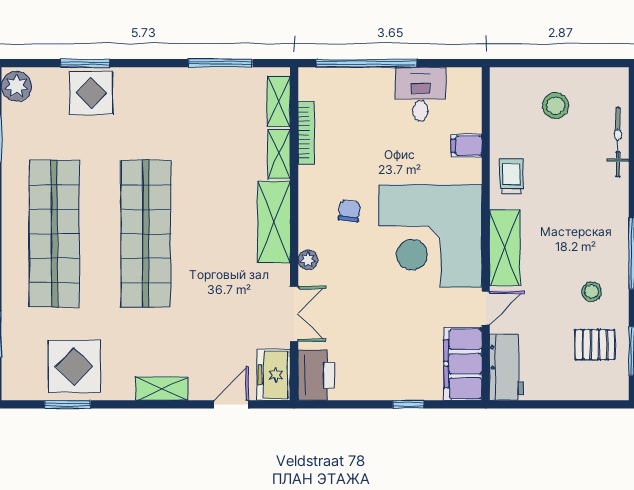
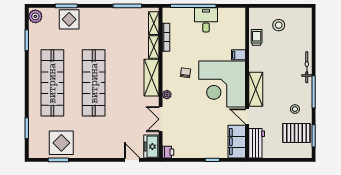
desk: (420, 94) -> (206, 20), moved
bicycle: (618, 142) -> (307, 67), moved
filing cabinet: (467, 146) -> (239, 55), moved
trolley: (511, 176) -> (257, 37), moved
door: (486, 308) -> (247, 116), swing flipped
double door: (294, 314) -> (161, 119), swing flipped
pallet: (595, 345) -> (296, 133), width x1.50, depth x1.42
printer: (316, 375) -> (168, 152), width x0.53, depth x0.68
shelving: (162, 389) -> (101, 153), removed
door: (231, 404) -> (132, 160), hinge flipped

